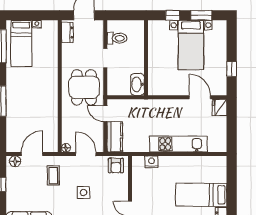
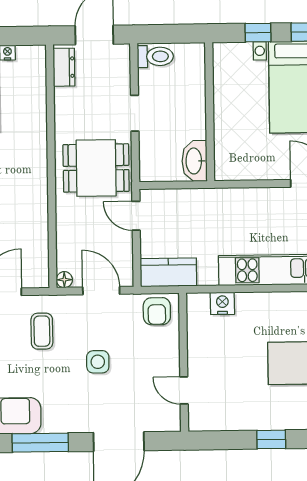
toilet: (117, 38) -> (155, 56), moved
dining table: (84, 87) -> (96, 168), turned 90
kitchen counter: (115, 137) -> (168, 272), moved, turned -90

